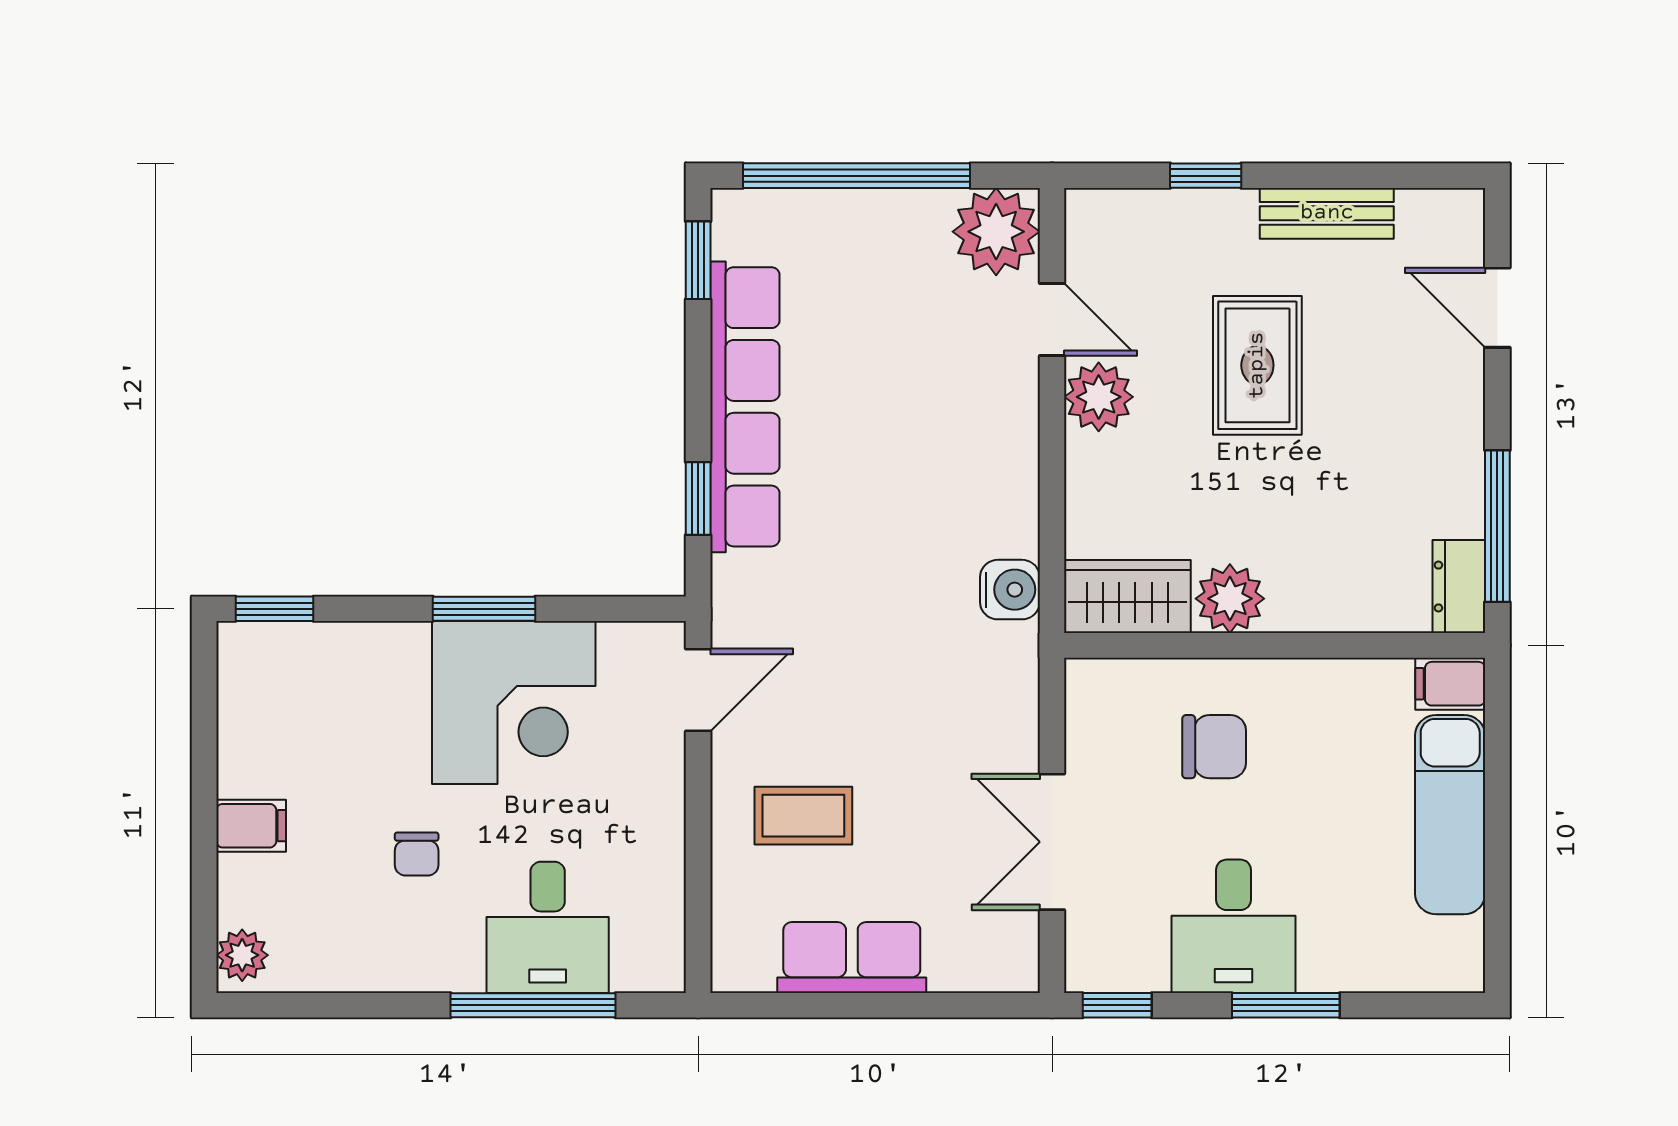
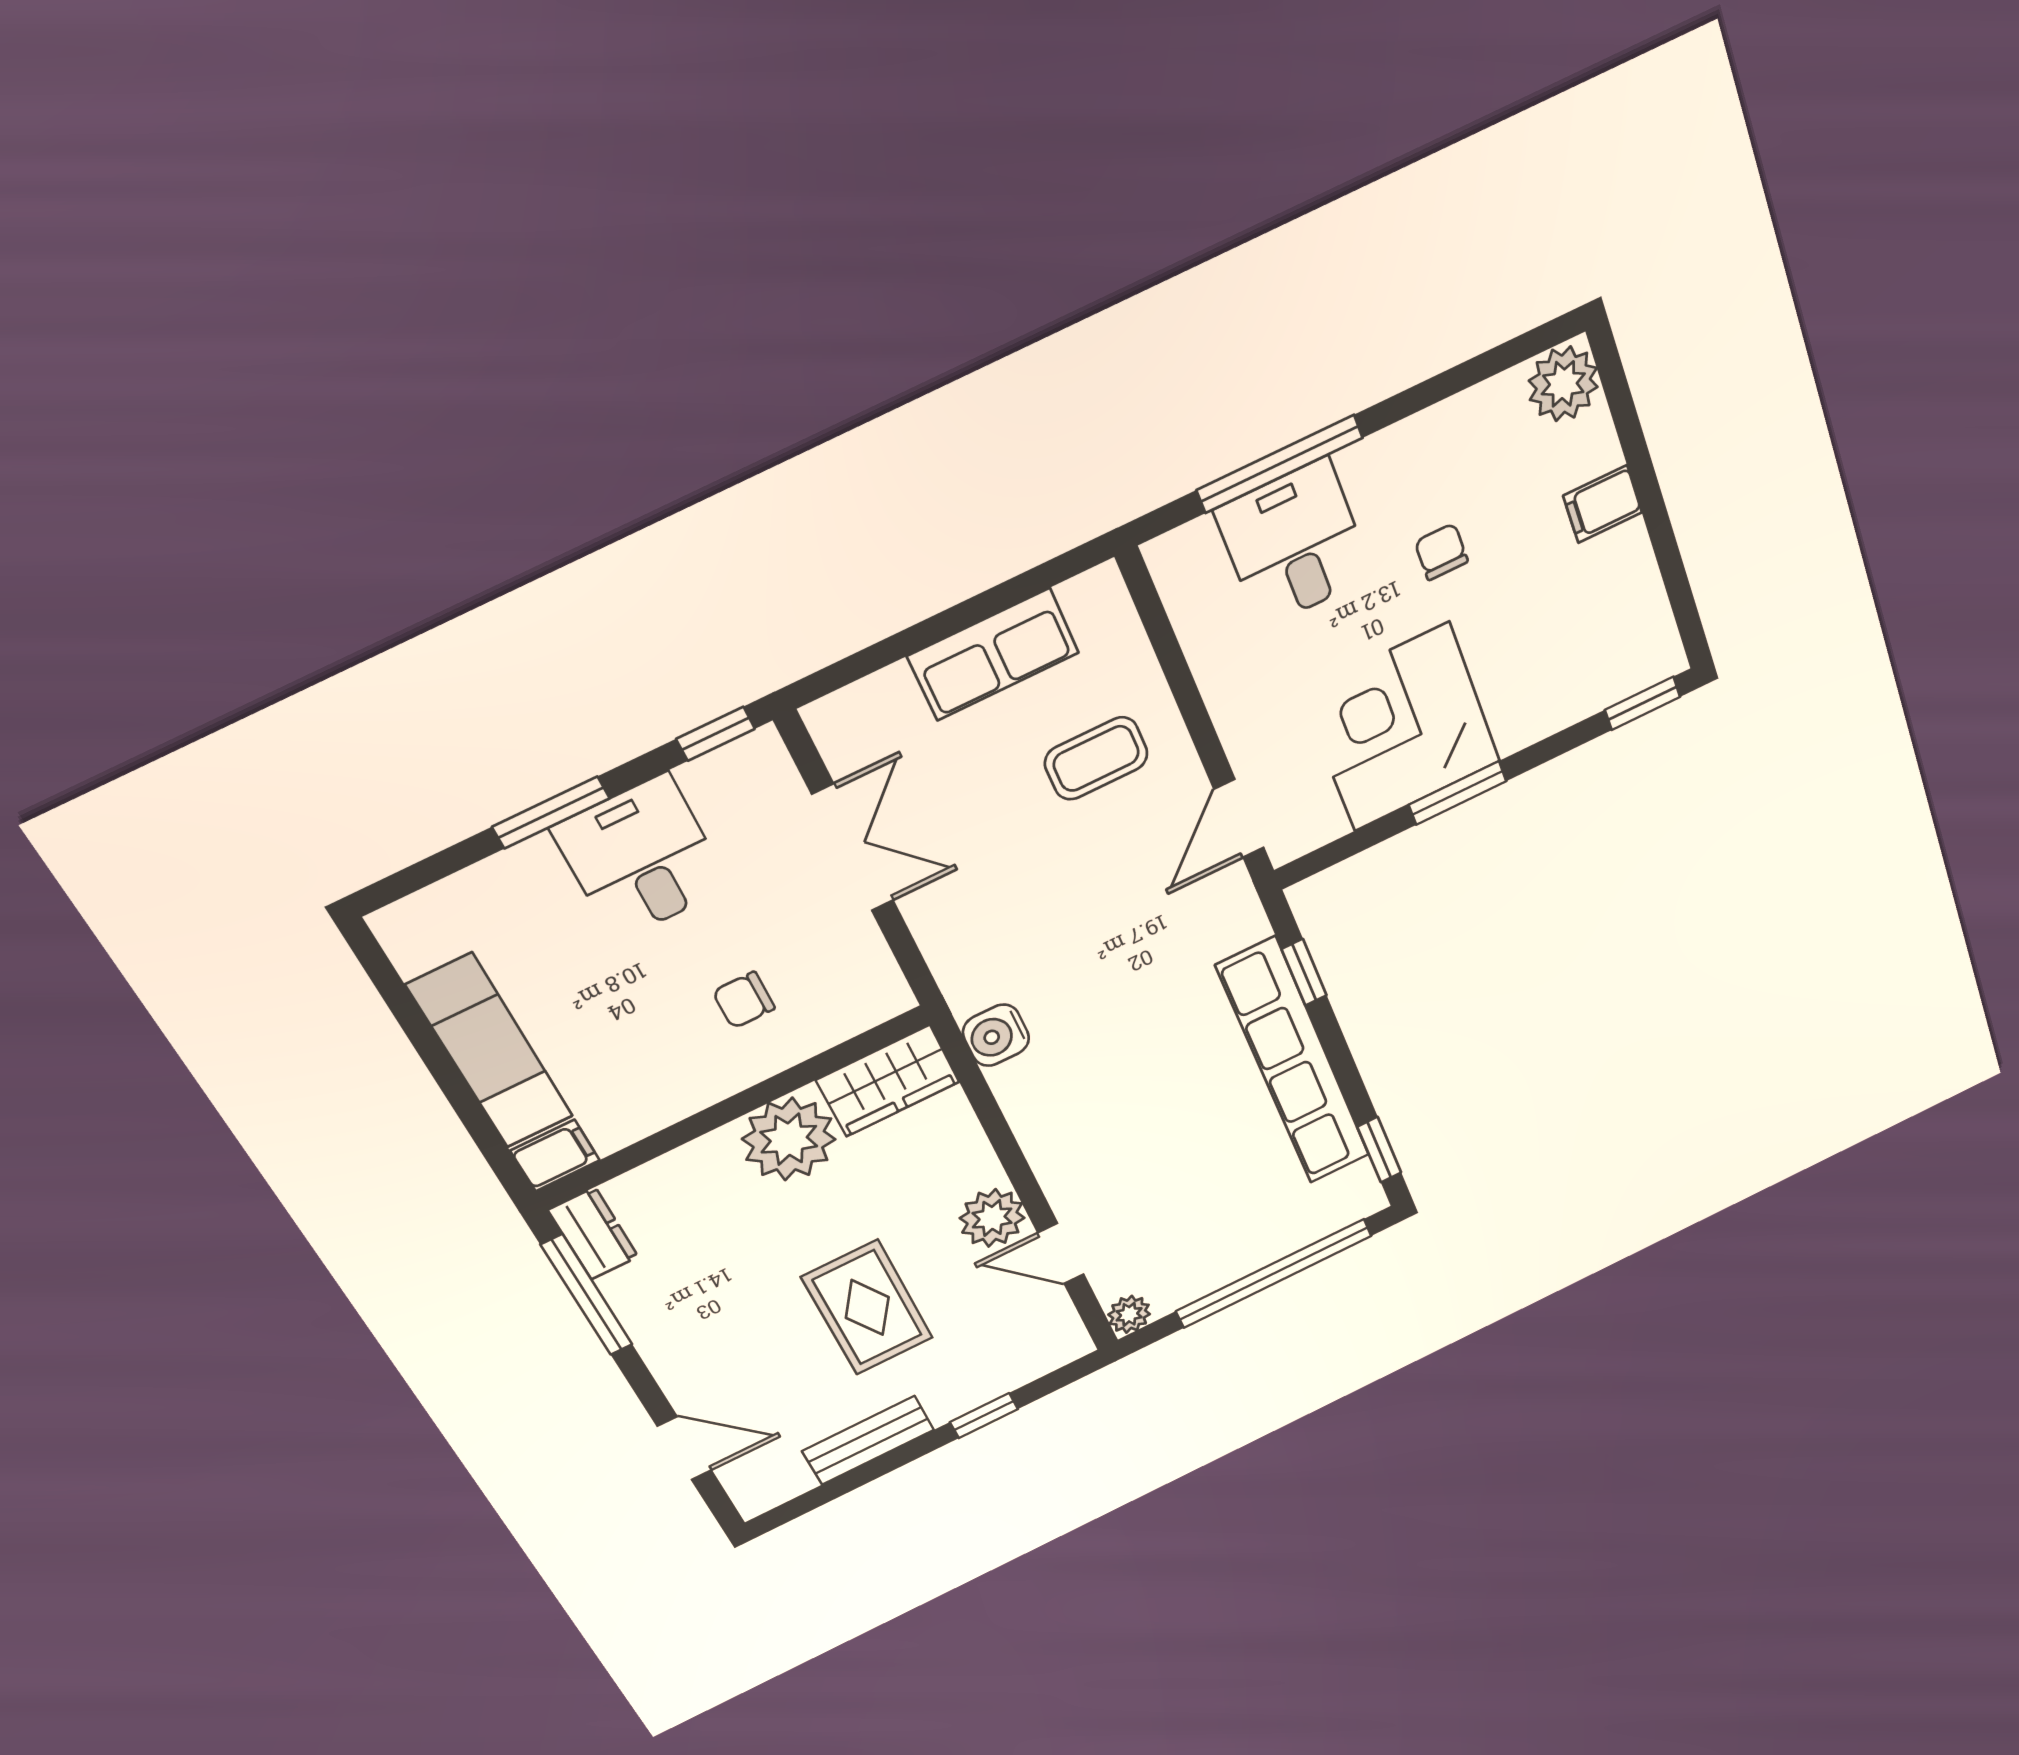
plant: (996, 232) -> (1129, 1314), width x0.53, depth x0.53
plant: (1230, 599) -> (789, 1139), width x1.36, depth x1.36
chair: (1214, 747) -> (744, 1000), width x0.73, depth x0.73
plant: (242, 955) -> (1563, 384), width x1.38, depth x1.38

